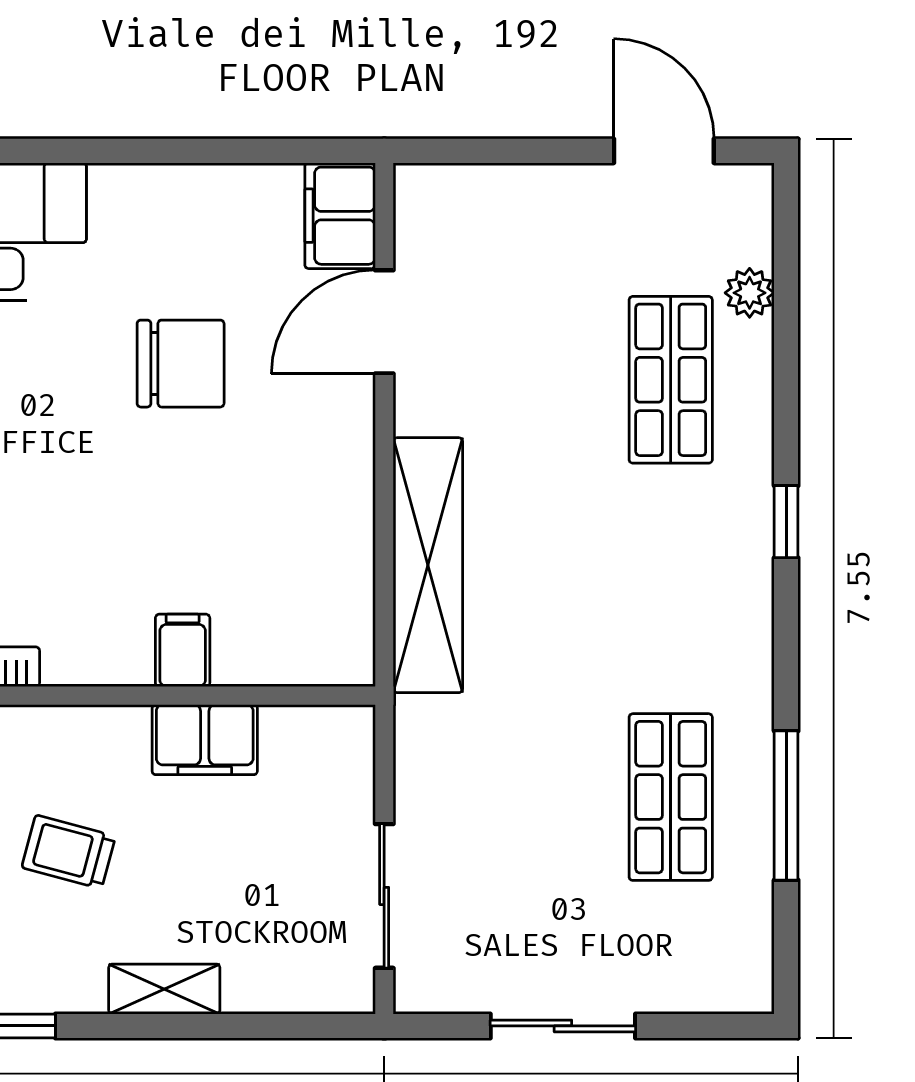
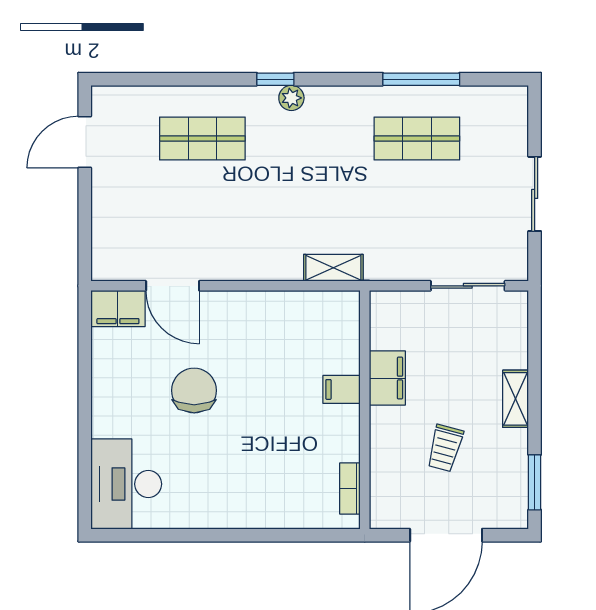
plant: (750, 293) -> (291, 98), moved
shelving: (428, 565) -> (333, 268), width x0.45, depth x0.75

